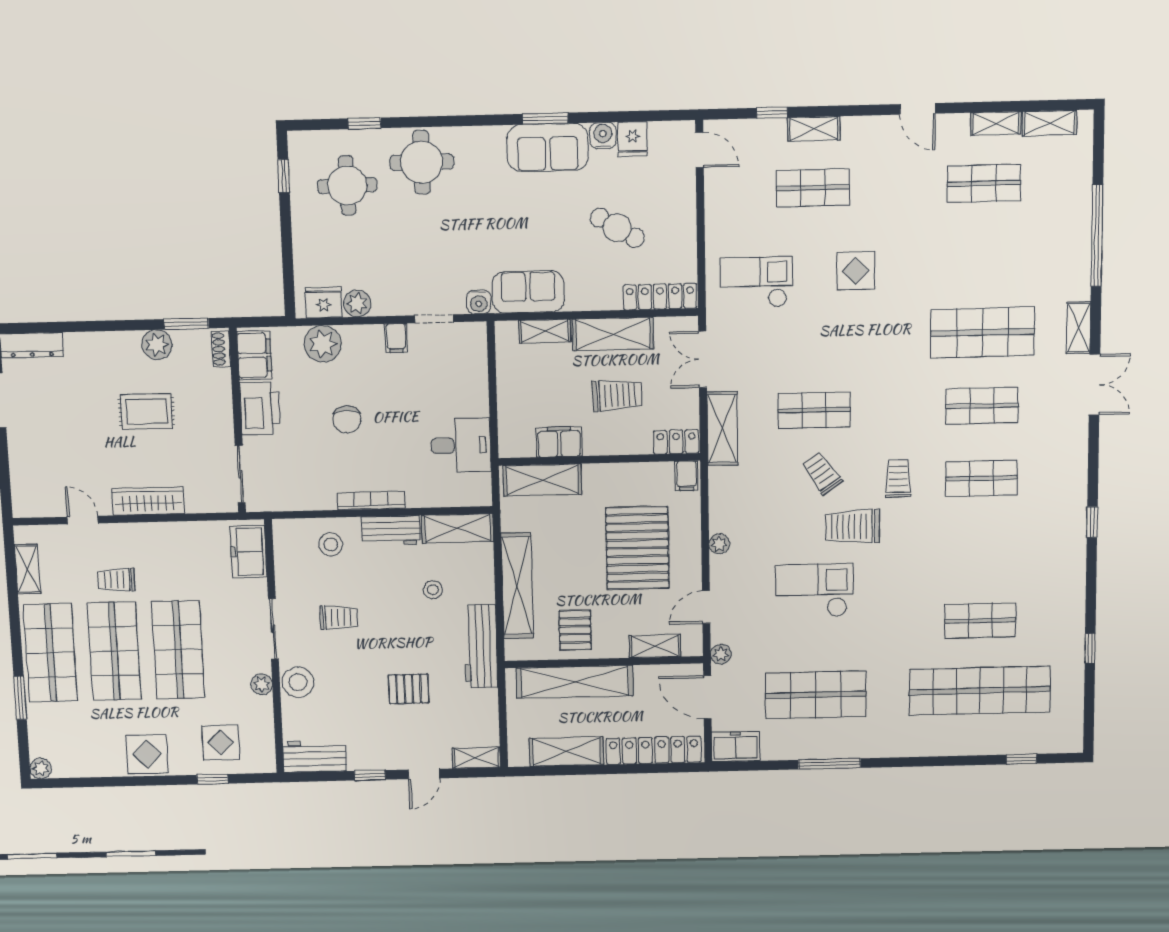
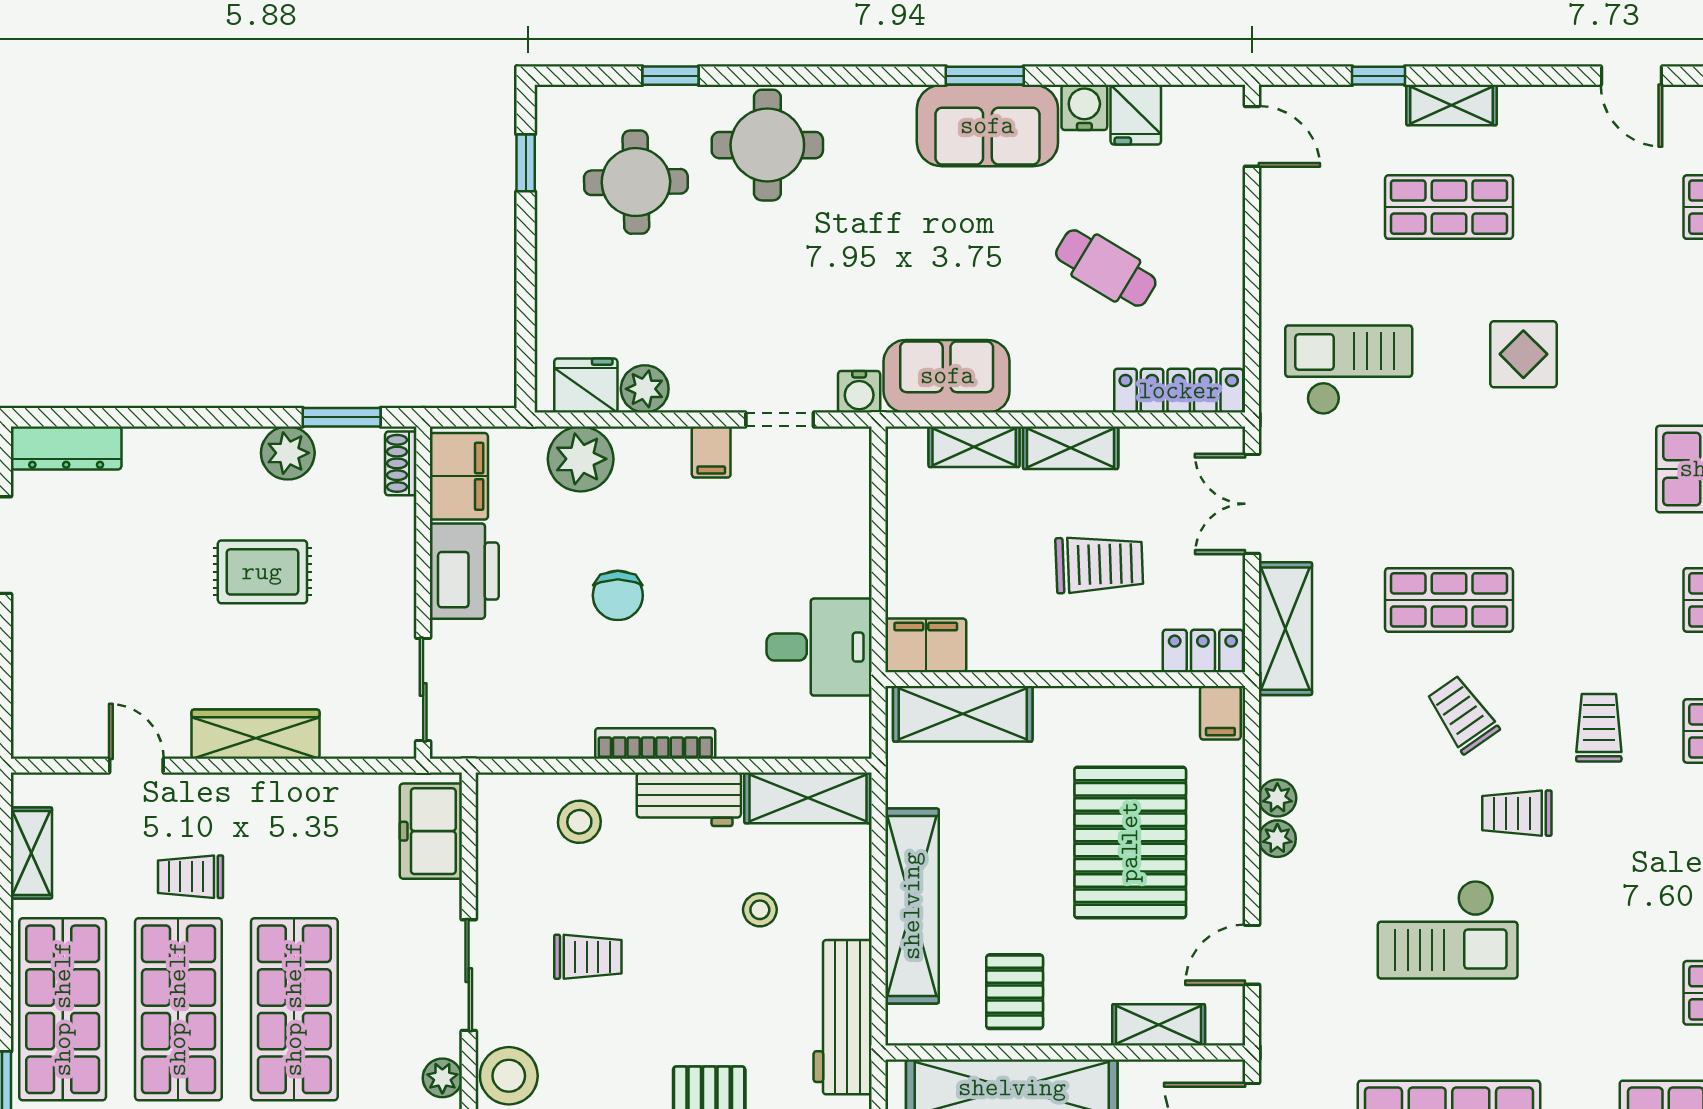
shelving: (613, 334) -> (1071, 448), width x0.67, depth x0.75
filing cabinet: (559, 442) -> (926, 645), moved
trolley: (853, 527) -> (1517, 813), width x0.73, depth x0.72
checkout: (814, 591) -> (1448, 929), turned 180
plant: (721, 654) -> (1277, 798), moved

